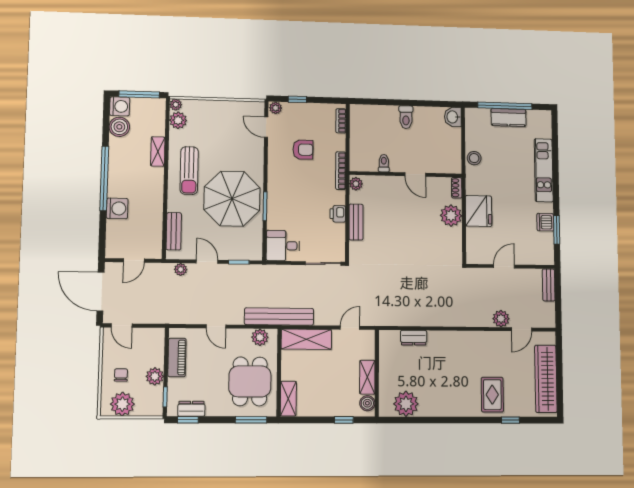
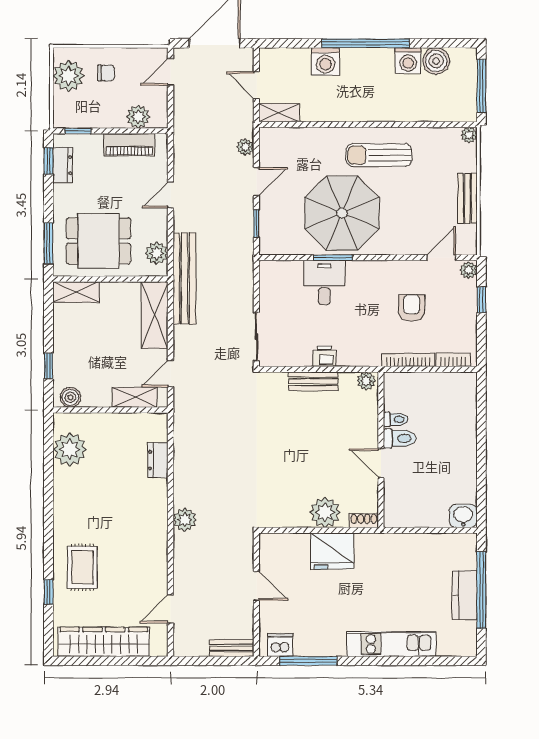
washing machine: (120, 106) -> (408, 61), moved
toilet: (406, 117) -> (400, 438), moved, turned 180
plant: (178, 120) -> (447, 139), removed
armchair: (303, 150) -> (412, 308), turned 180
shelving: (158, 152) -> (279, 113), moved
stool: (474, 158) -> (406, 546), removed
bookcase: (341, 171) -> (408, 360), moved
door: (415, 175) -> (381, 463), hinge flipped
dishwasher: (545, 222) -> (280, 645), moved
window: (557, 230) -> (308, 661), width x1.44
bench: (174, 231) -> (467, 198), moved, turned 90
desk: (283, 246) -> (324, 282), moved
plant: (501, 319) -> (185, 520), moved
door: (350, 328) -> (170, 374), swing flipped
door: (522, 329) -> (170, 609), hinge flipped
plant: (155, 376) -> (138, 117), moved
shelving: (367, 377) -> (135, 397), moved
rug: (492, 395) -> (82, 567), turned 90

